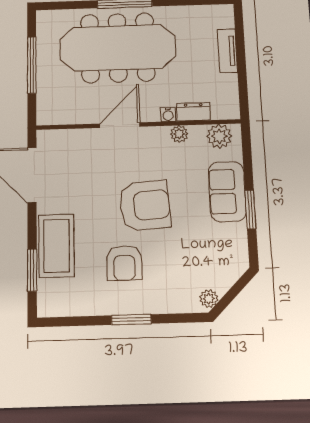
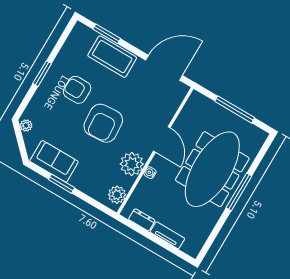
dresser: (193, 112) -> (142, 220), moved, turned -90
plant: (179, 134) -> (132, 164), width x1.87, depth x1.87
sofa: (227, 192) -> (54, 161), moved

